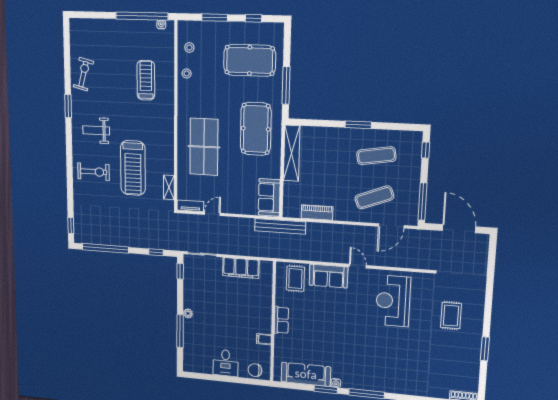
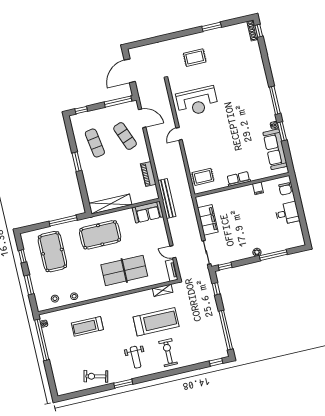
sofa: (328, 276) -> (193, 153), removed

